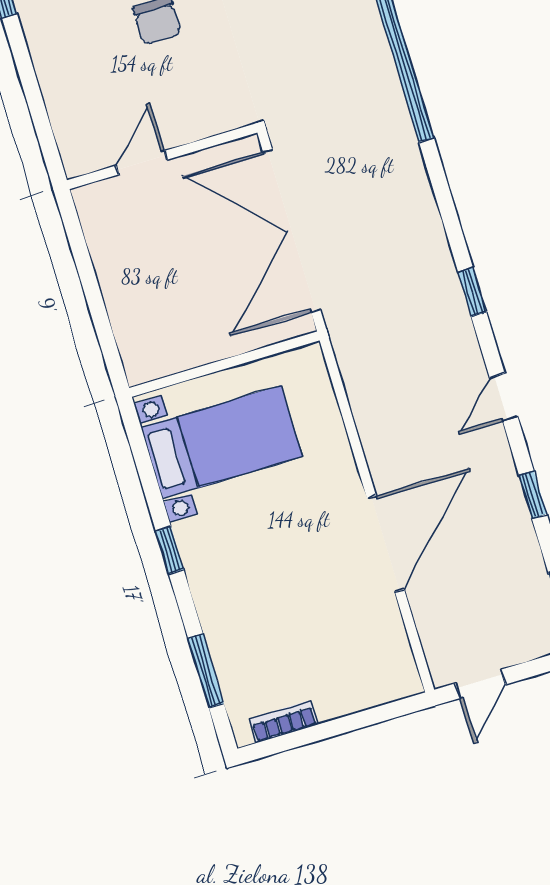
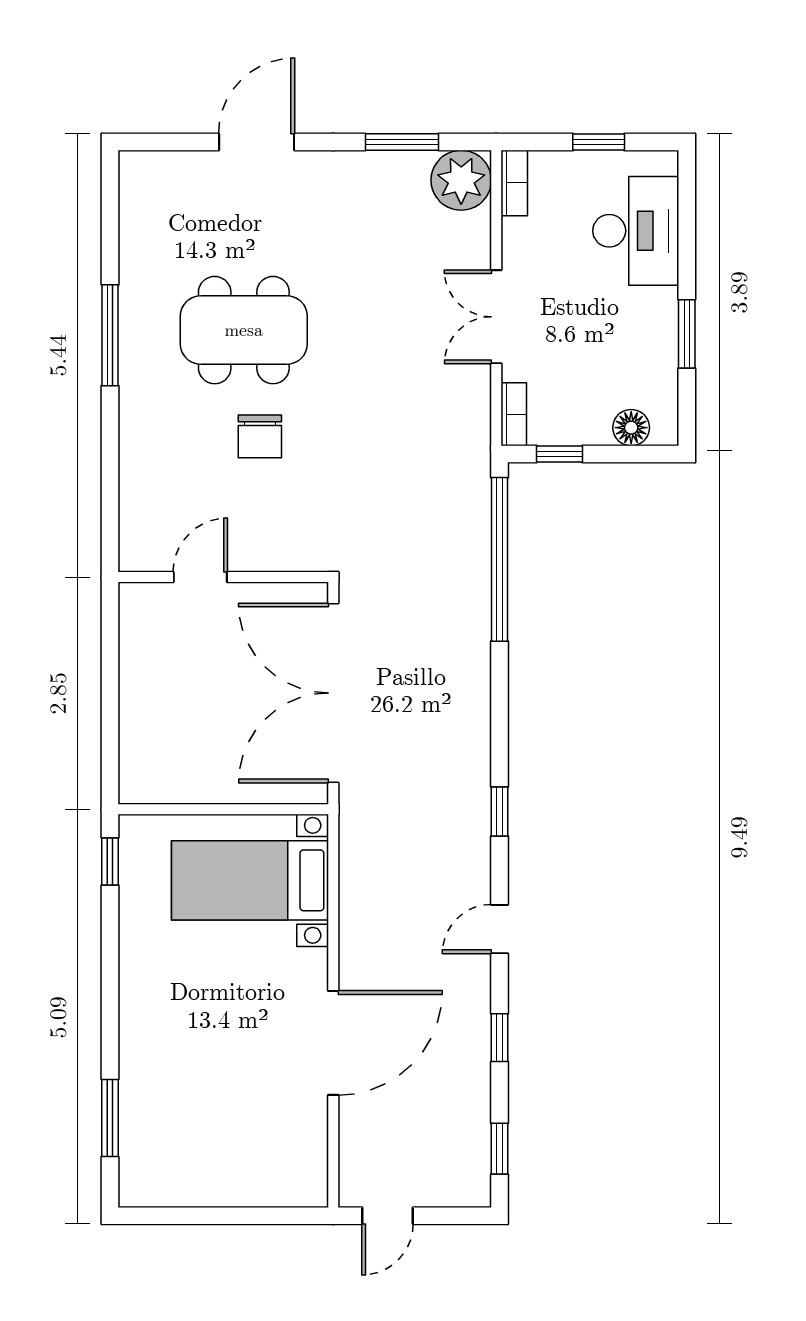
bed with nightstands: (222, 442) -> (250, 880), moved, turned 180
window: (170, 550) -> (110, 861), moved
bookcase: (284, 722) -> (174, 1194), removed

